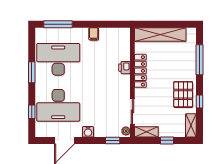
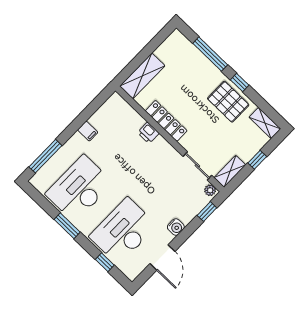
shelving: (160, 34) -> (142, 76), width x0.68
window: (200, 101) -> (240, 83), moved
desk: (58, 105) -> (123, 231), turned 180

